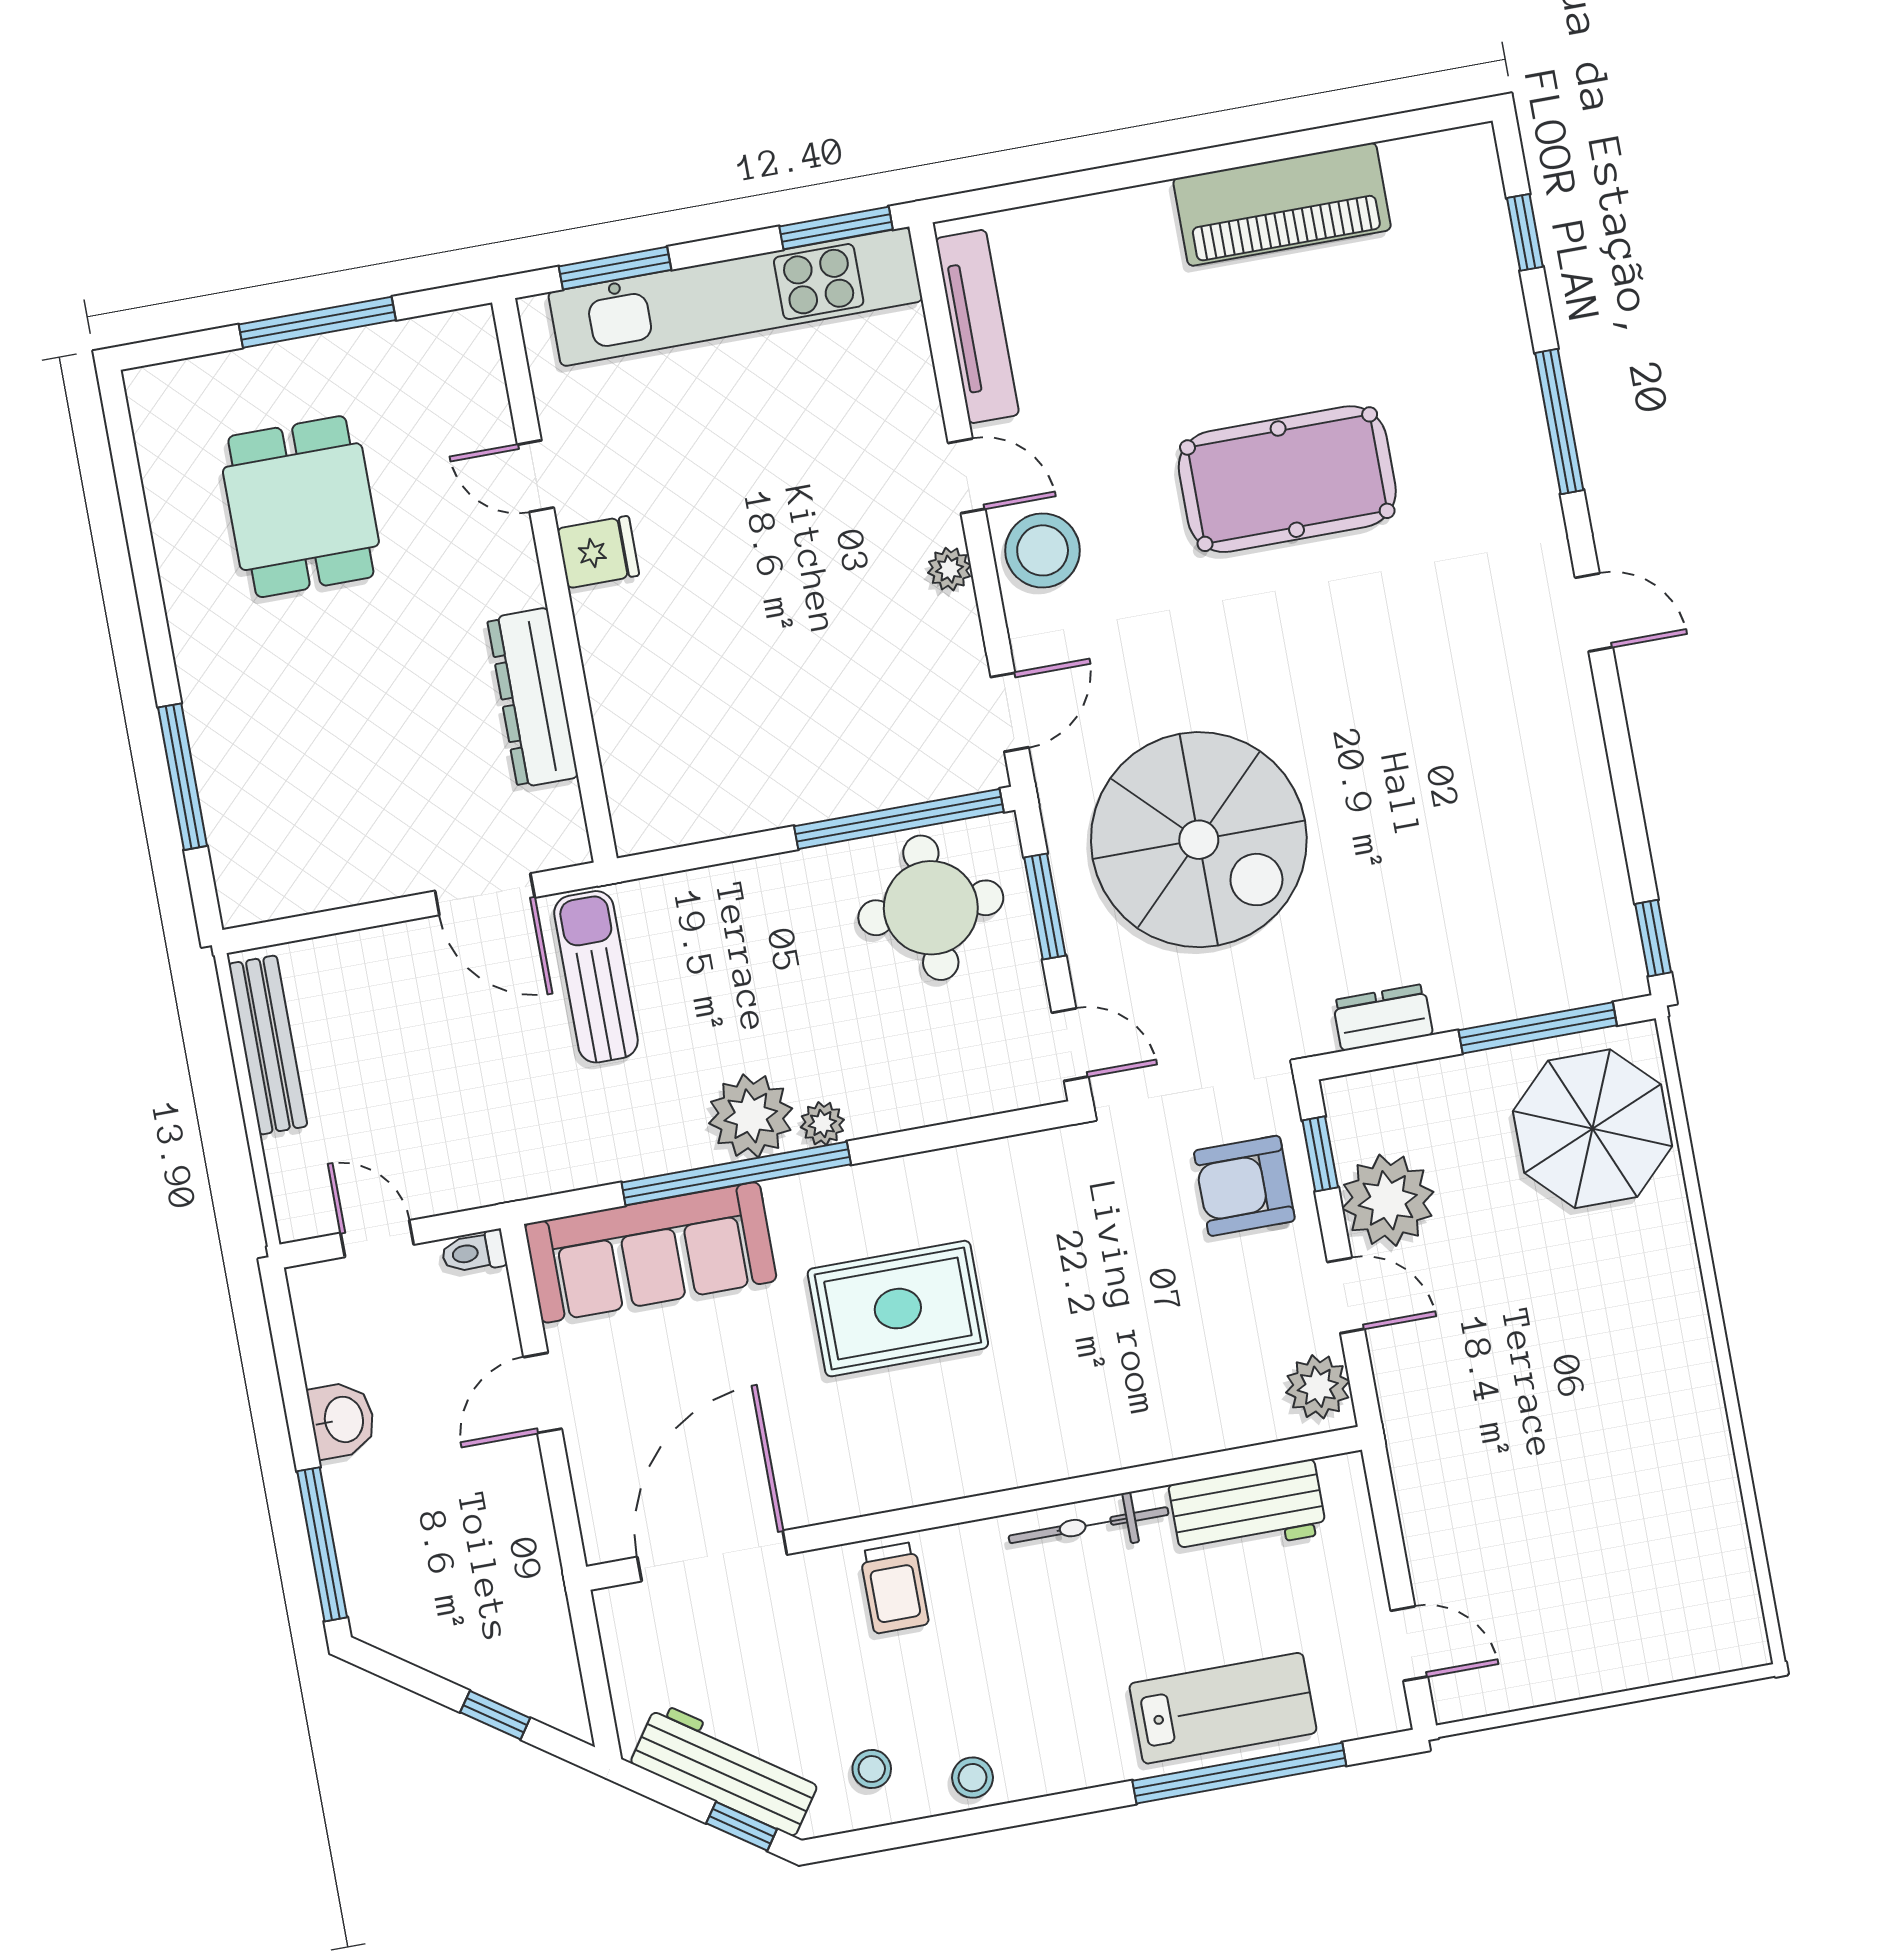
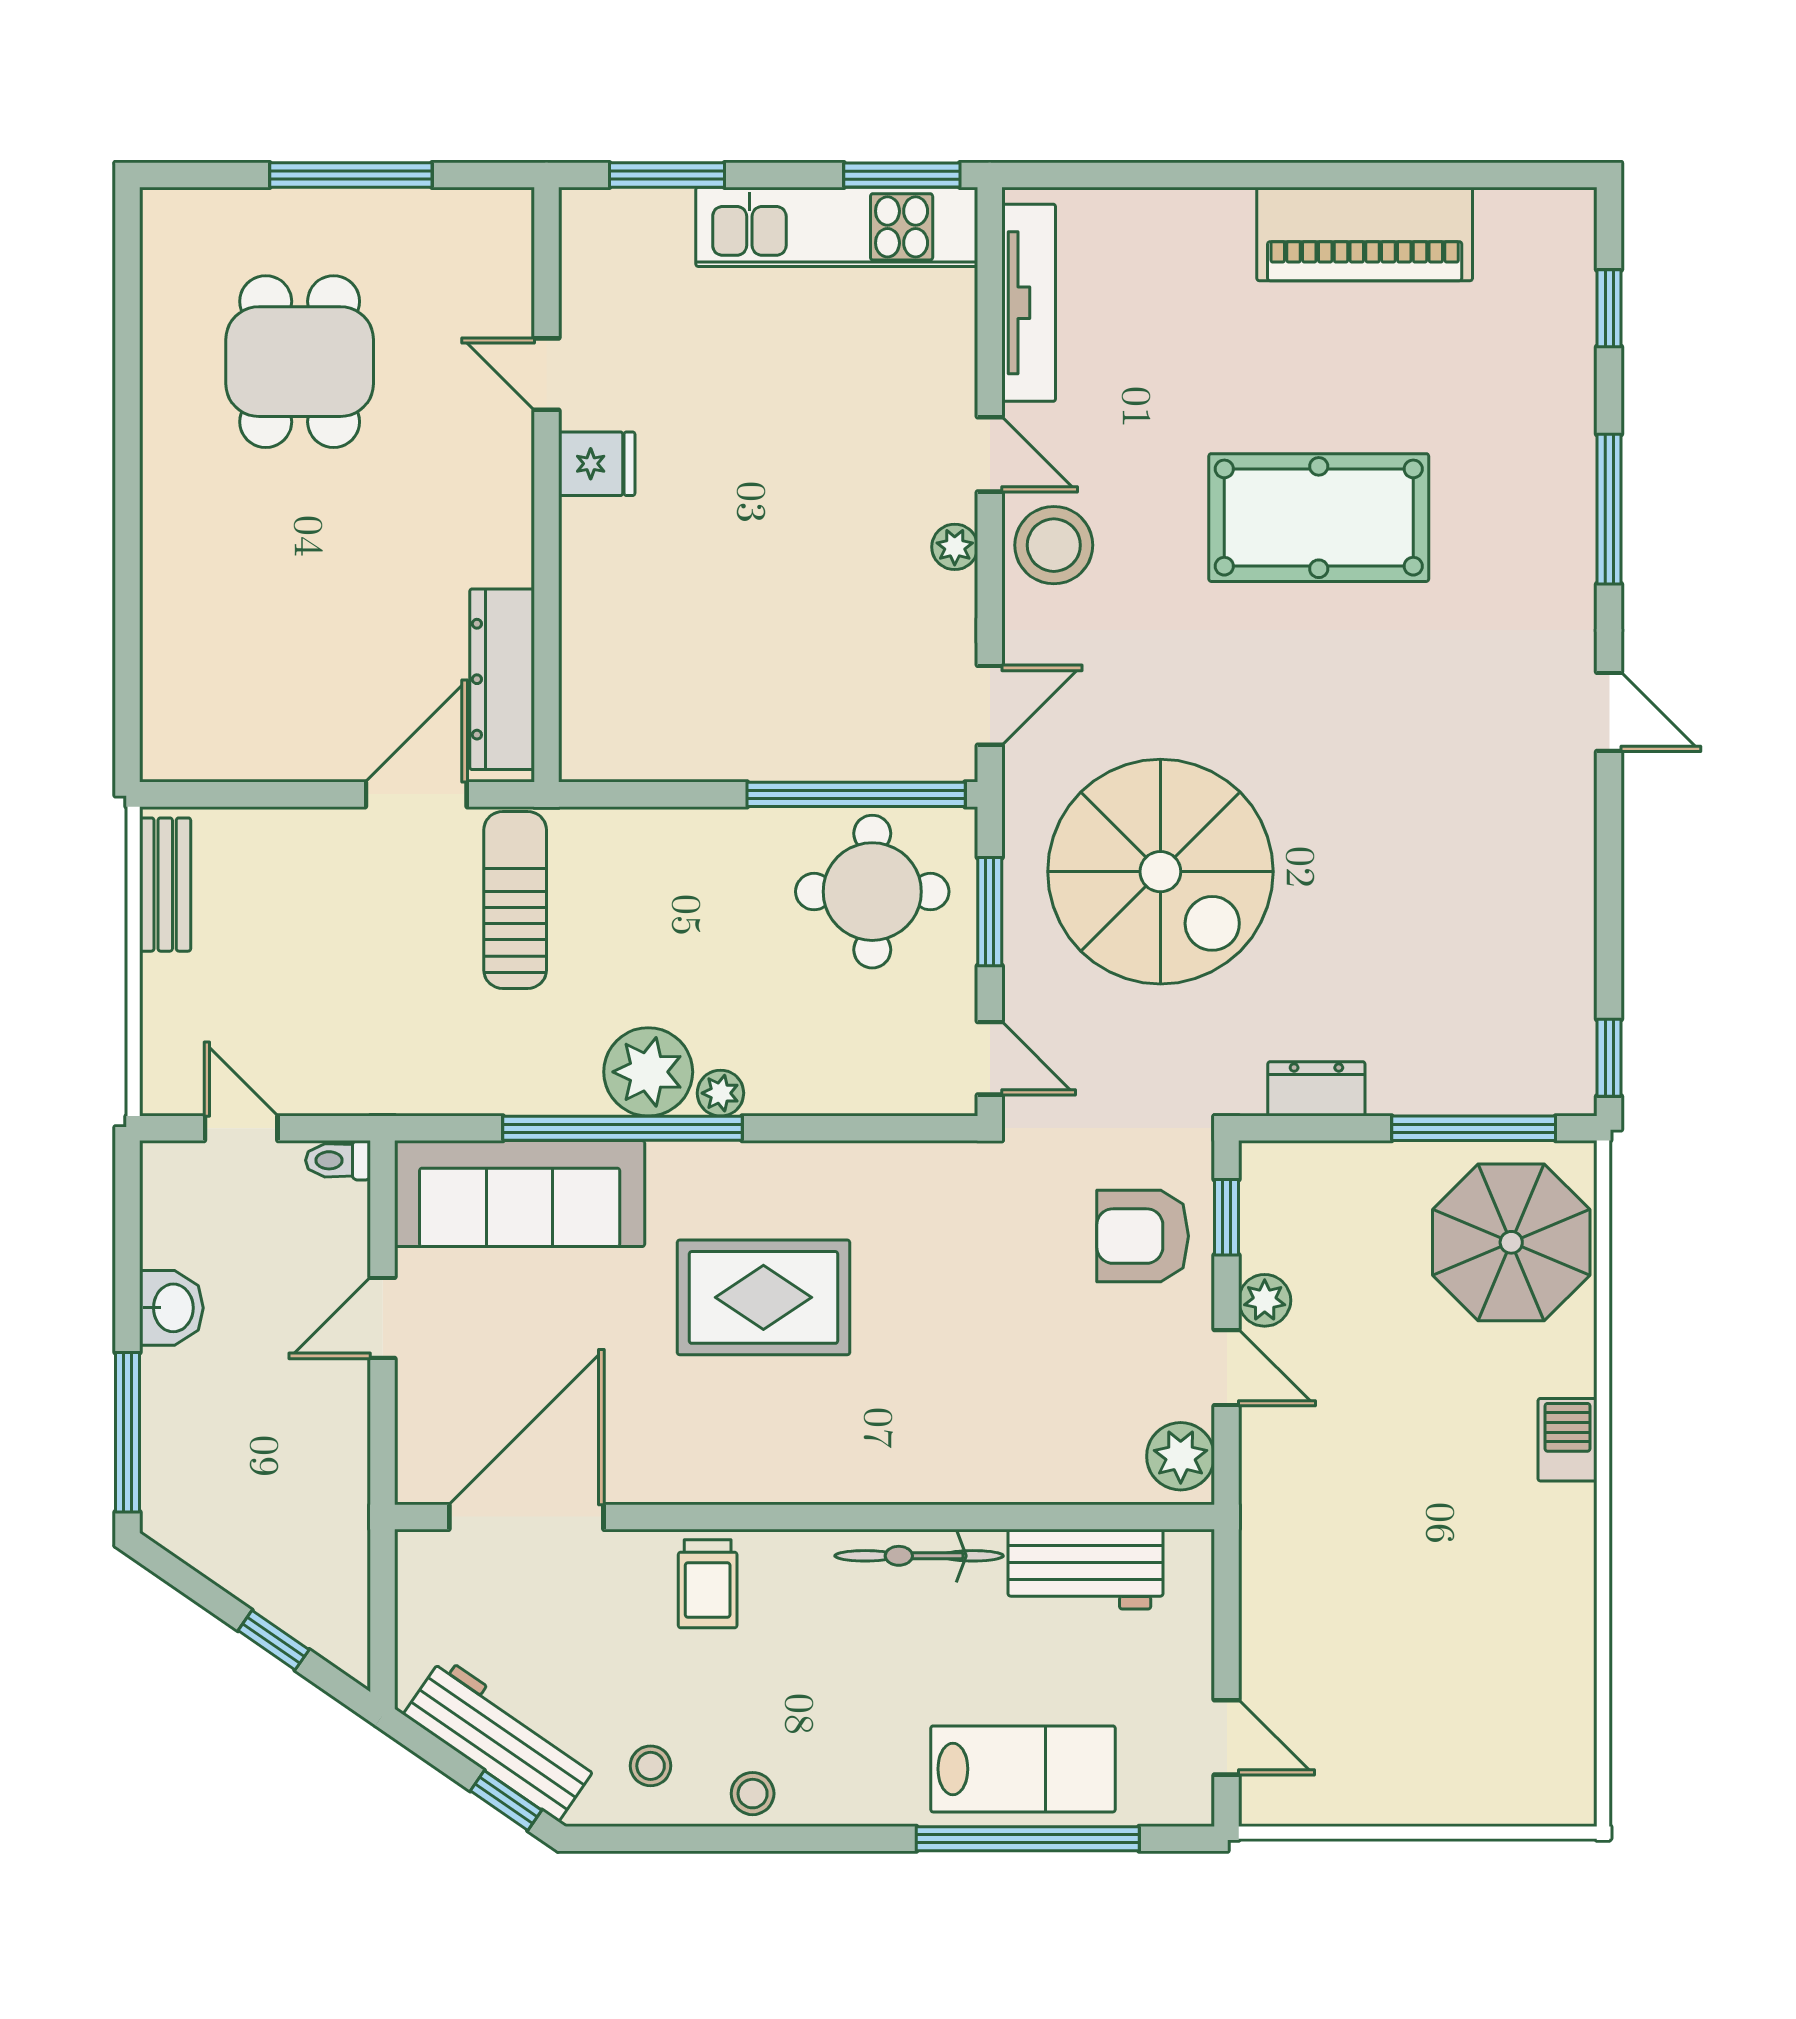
kitchen unit: (735, 297) -> (837, 227), width x0.73
dresser: (533, 698) -> (502, 679), moved
window: (183, 777) -> (128, 617), removed
door: (485, 894) -> (416, 794), swing flipped
bench: (268, 1045) -> (165, 885), width x0.73
plant: (1388, 1200) -> (1265, 1300), width x0.53, depth x0.53
barbecue: (1679, 1305) -> (1568, 1440), added

